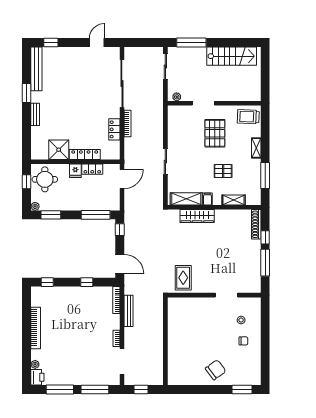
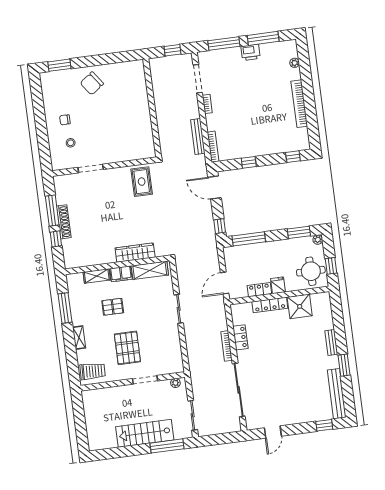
stairs: (232, 56) -> (145, 433), moved
filing cabinet: (207, 199) -> (121, 274), width x2.00
shoe rack: (256, 224) -> (64, 222), moved
printer: (37, 377) -> (251, 52), moved, turned -90

